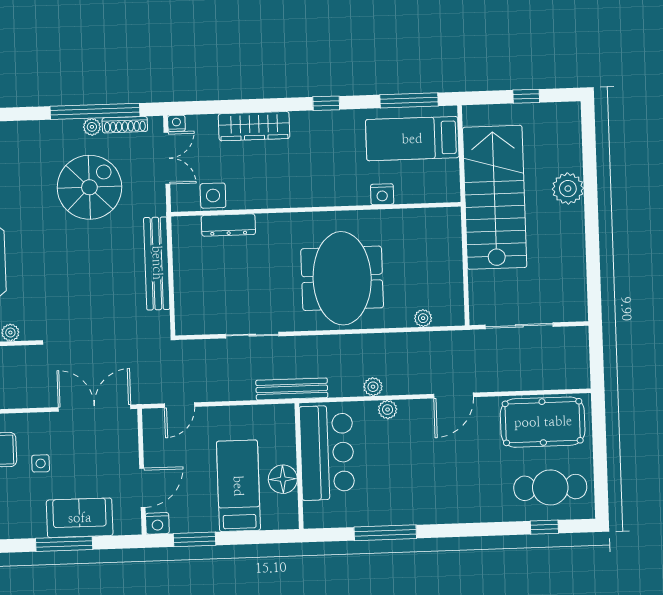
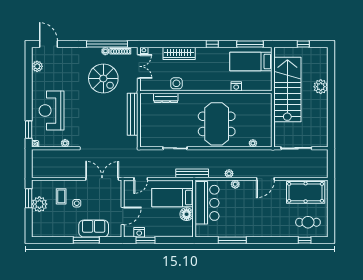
spiral stairs: (89, 187) -> (103, 78), turned 90
side table: (213, 196) -> (176, 83), moved
bed: (238, 486) -> (172, 198), moved, turned -90
cafe table: (550, 487) -> (308, 222), width x0.73, depth x0.74
nightstand: (157, 523) -> (139, 232), moved

